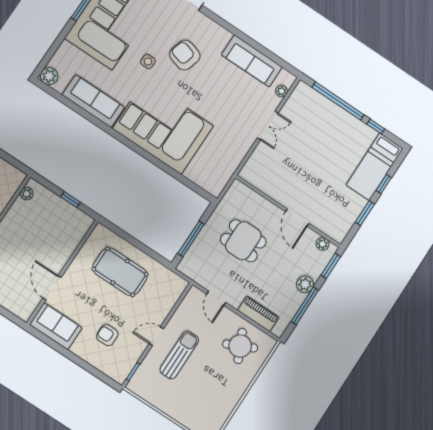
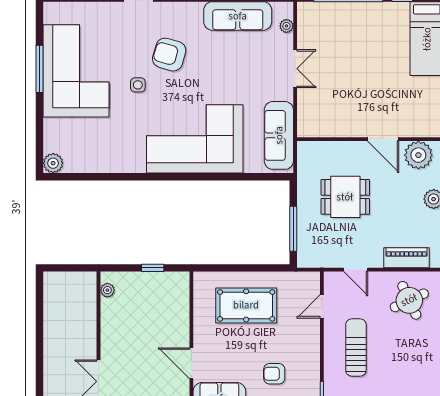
sofa: (93, 101) -> (279, 135), moved, turned -90
plant: (323, 244) -> (418, 155), width x1.87, depth x1.87
door: (156, 336) -> (322, 306), moved

